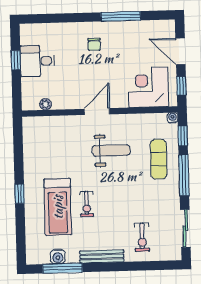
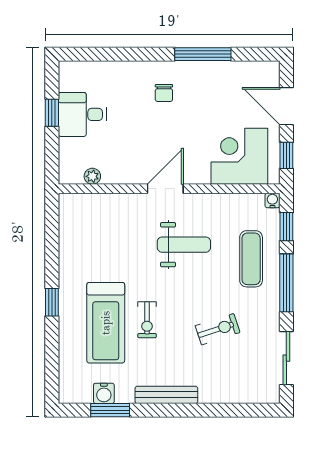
exercise bike: (142, 237) -> (218, 329), moved, turned -108
window: (63, 268) -> (110, 410), width x0.69

